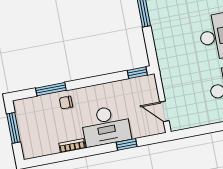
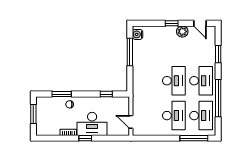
window: (137, 73) -> (106, 94), moved
window: (127, 144) -> (85, 138), moved

